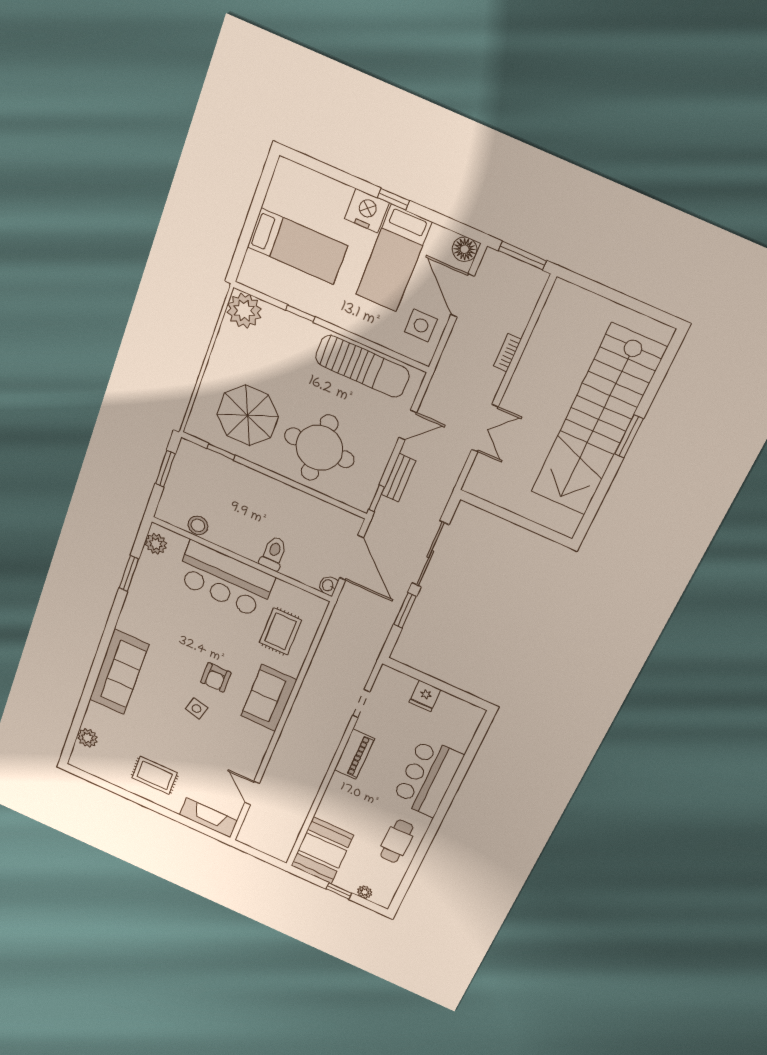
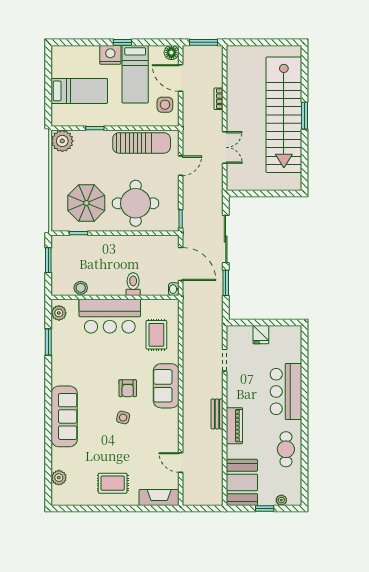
bench: (399, 478) -> (217, 414), moved
piano: (354, 754) -> (234, 426), moved

